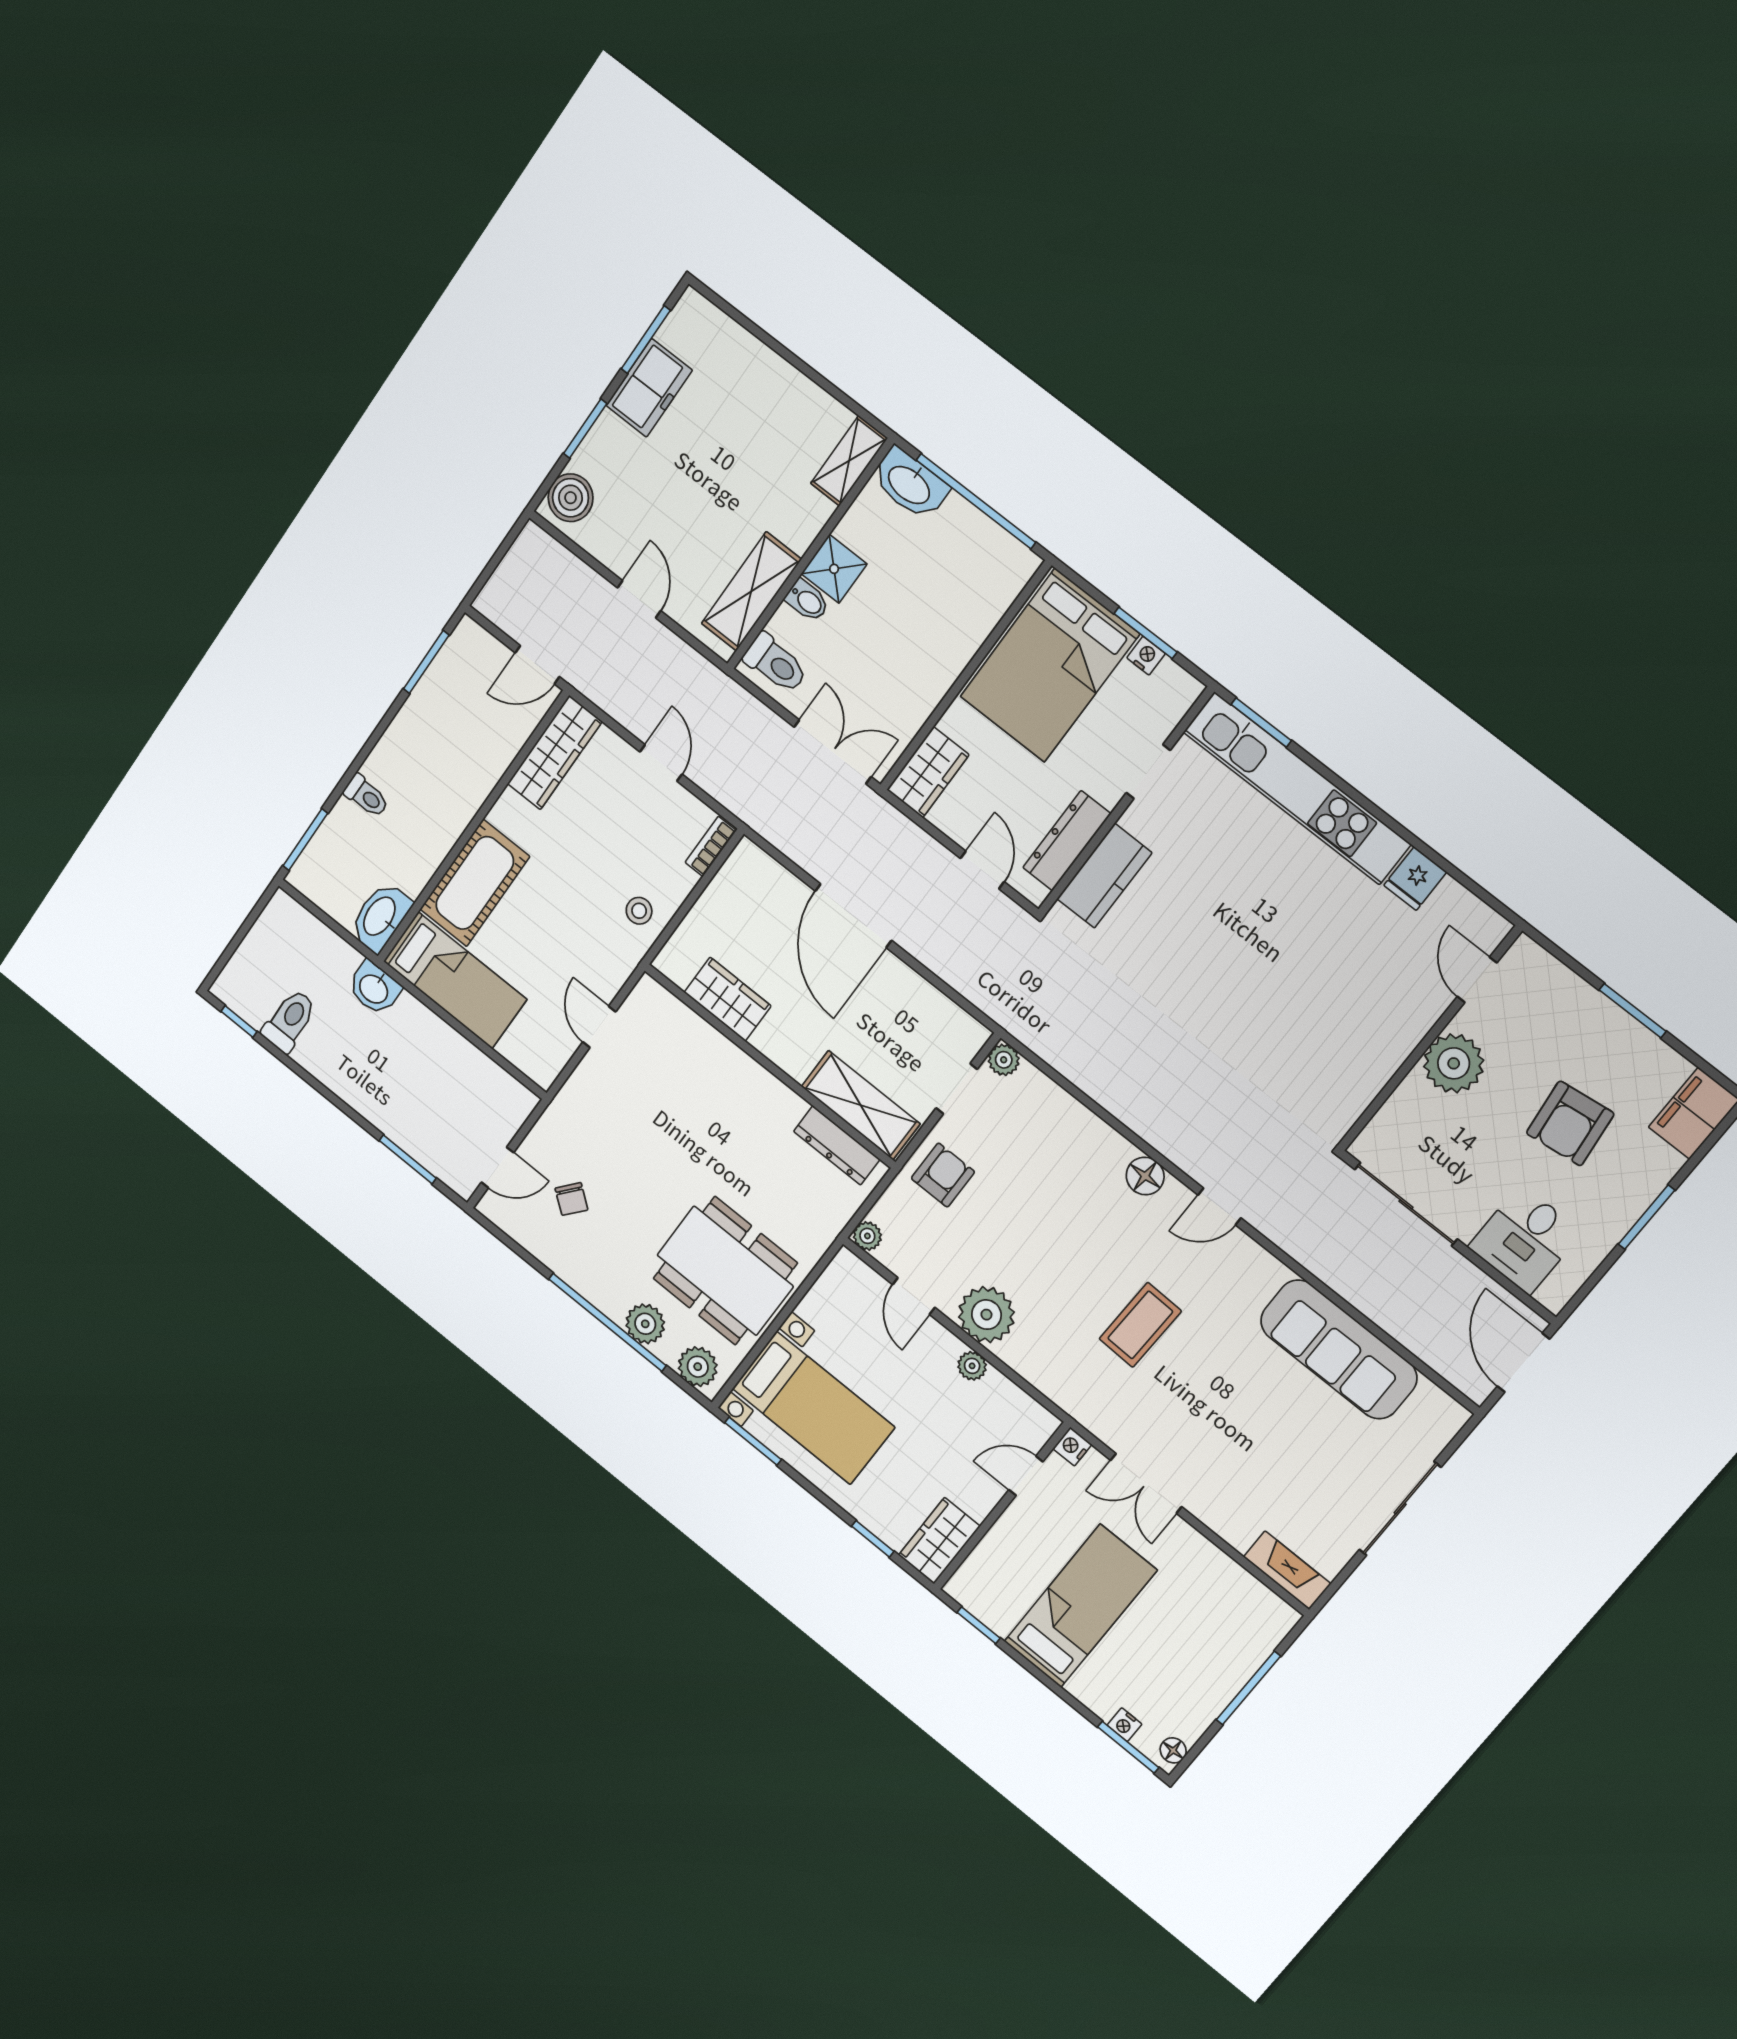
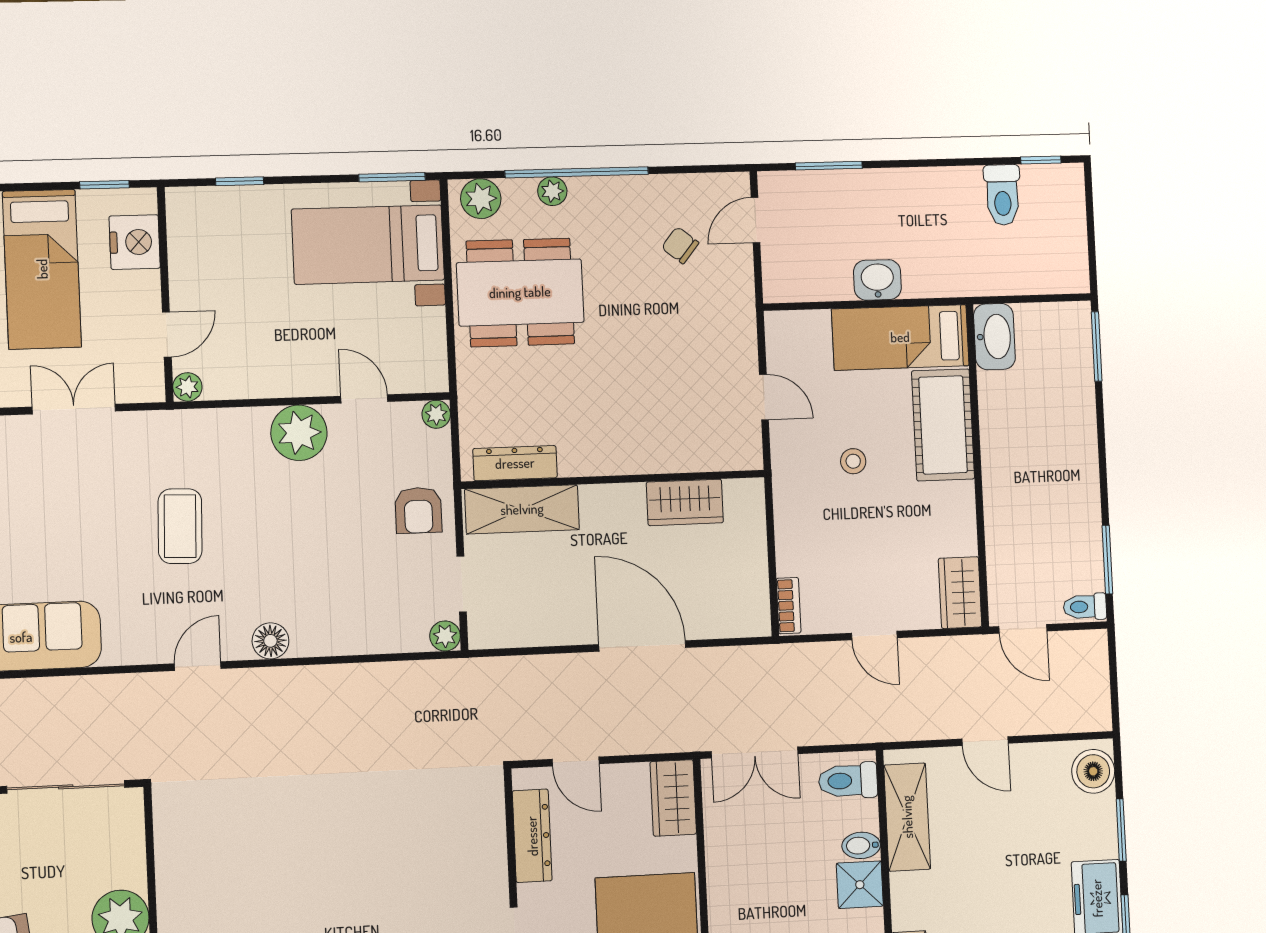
door: (537, 665) -> (1023, 629), swing flipped
wardrobe: (555, 753) -> (960, 593), width x0.67
toilet: (366, 796) -> (1085, 607), moved
kitchen counter: (1104, 876) -> (484, 834), removed
stool: (639, 911) -> (853, 461), moved
washbasin: (374, 988) -> (877, 280), moved
plant: (645, 1324) -> (552, 191), width x0.73, depth x0.73
plant: (972, 1366) -> (187, 387), moved
nightstand: (1072, 1447) -> (135, 242), moved, width x1.89, depth x1.79
wardrobe: (939, 1541) -> (189, 225), removed

